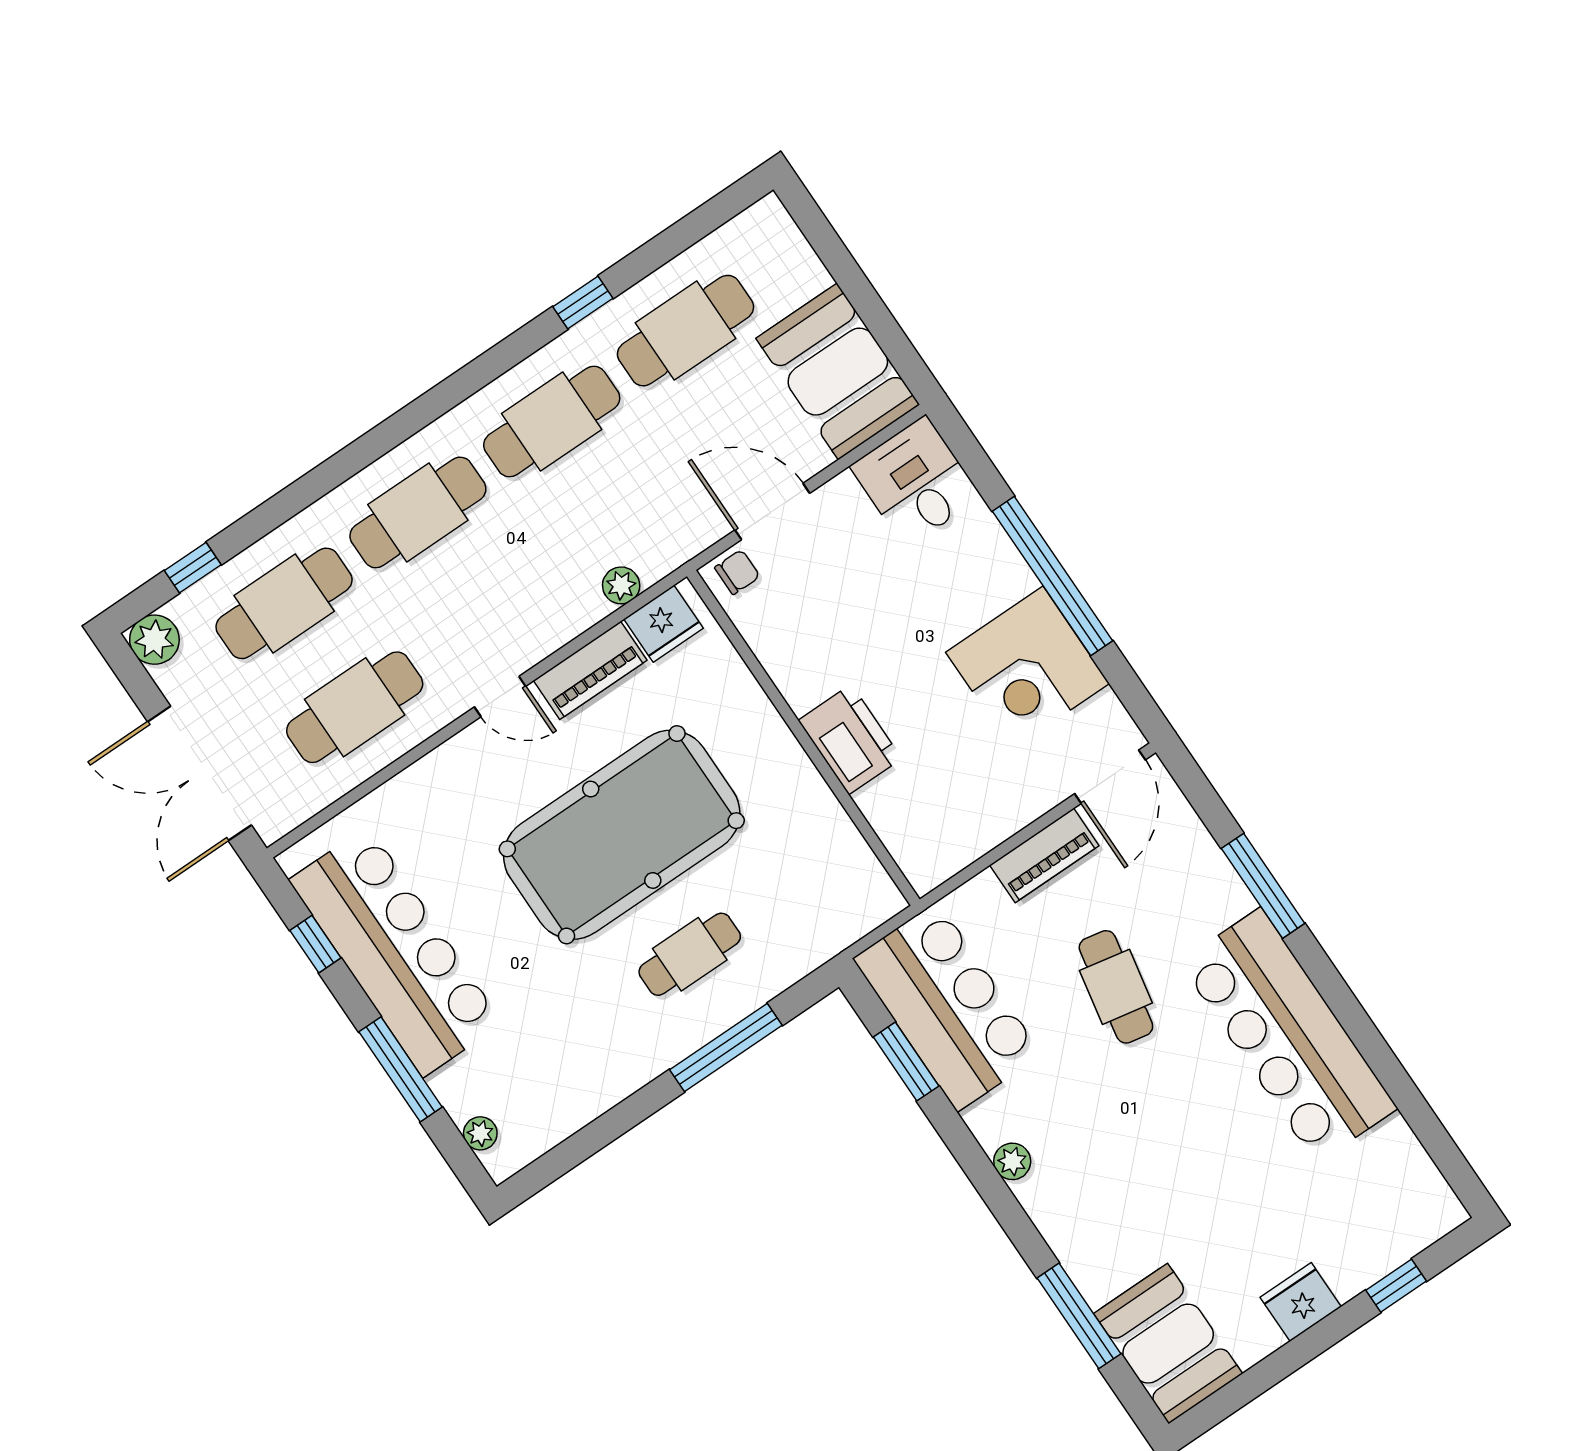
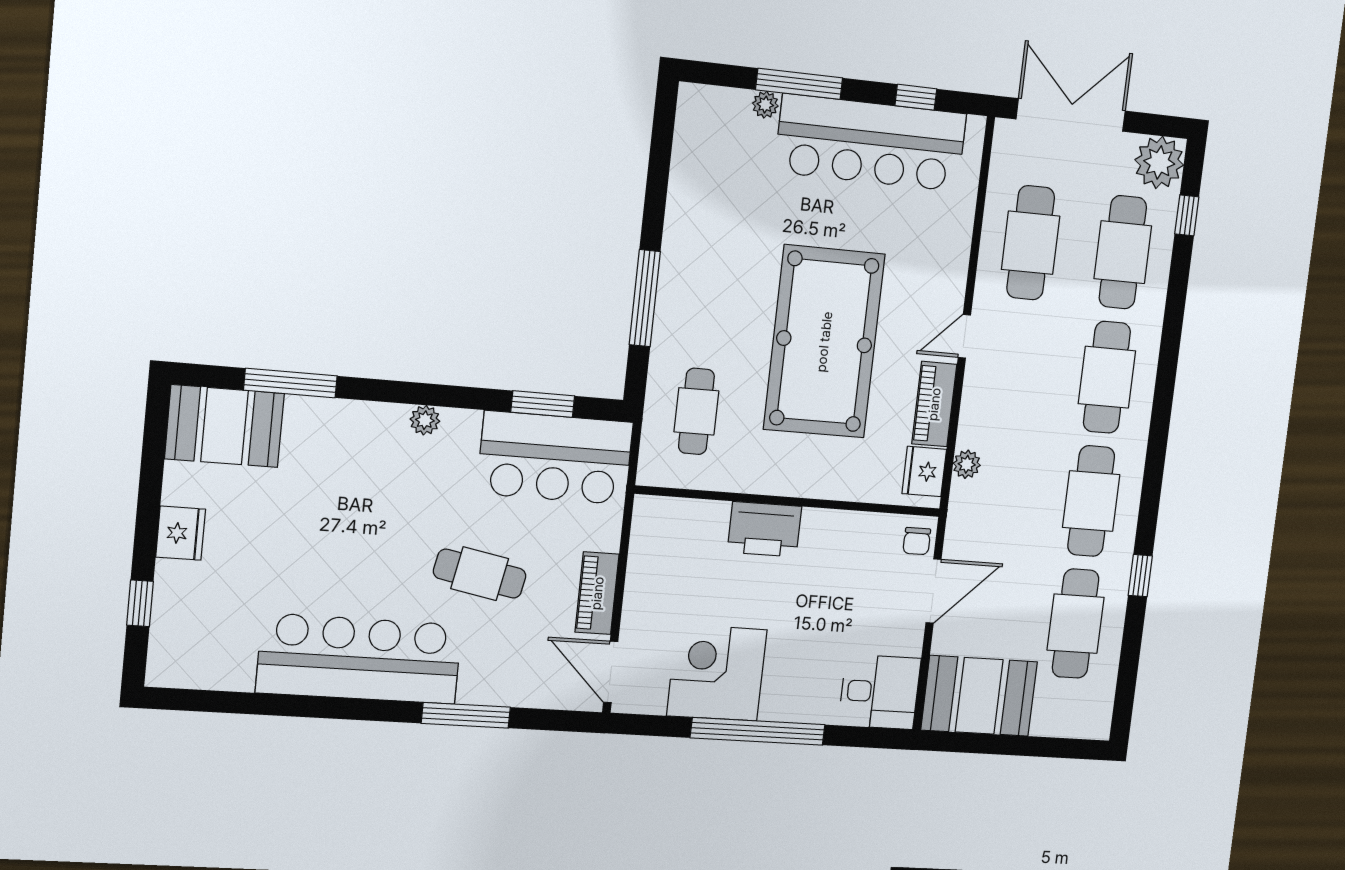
plant: (154, 640) -> (1159, 162), width x1.36, depth x1.36
cafe table: (690, 954) -> (696, 411), moved
plant: (480, 1133) -> (765, 105), moved

